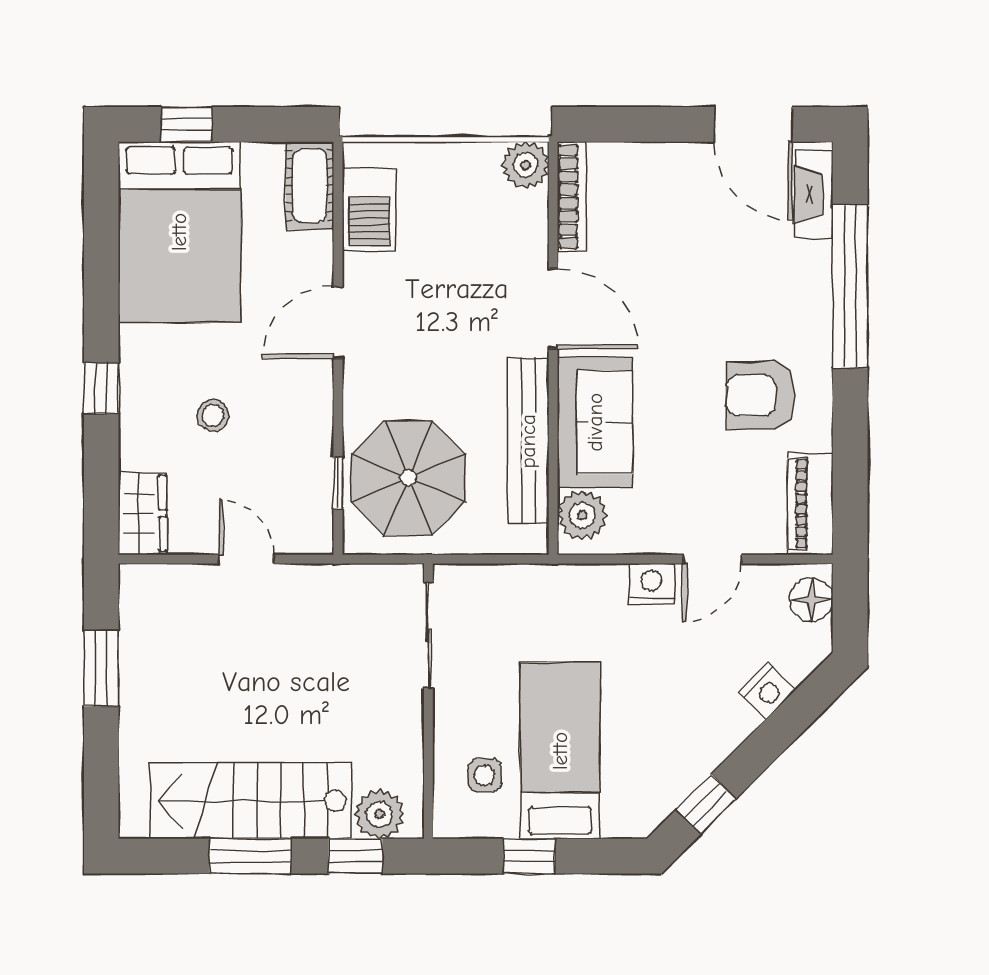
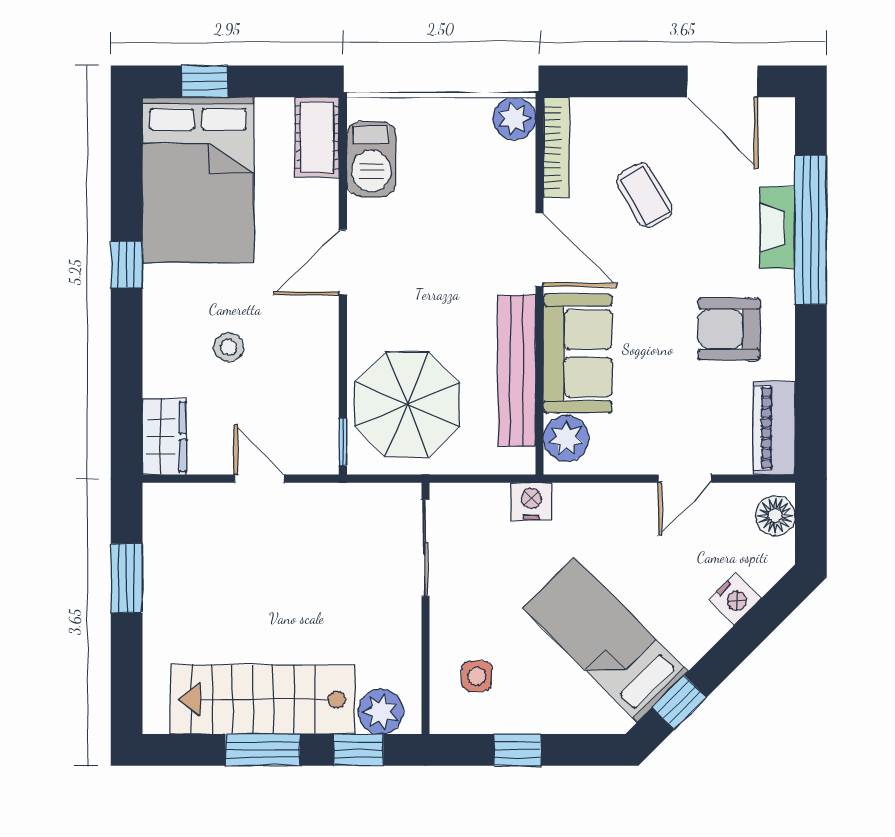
fireplace: (814, 194) -> (778, 228), moved
coffee table: (668, 249) -> (645, 195), added
window: (101, 388) -> (127, 265), moved
window: (338, 483) -> (343, 442), moved
nightstand: (652, 584) -> (531, 501), moved
bed: (560, 751) -> (606, 640), moved, turned -45

